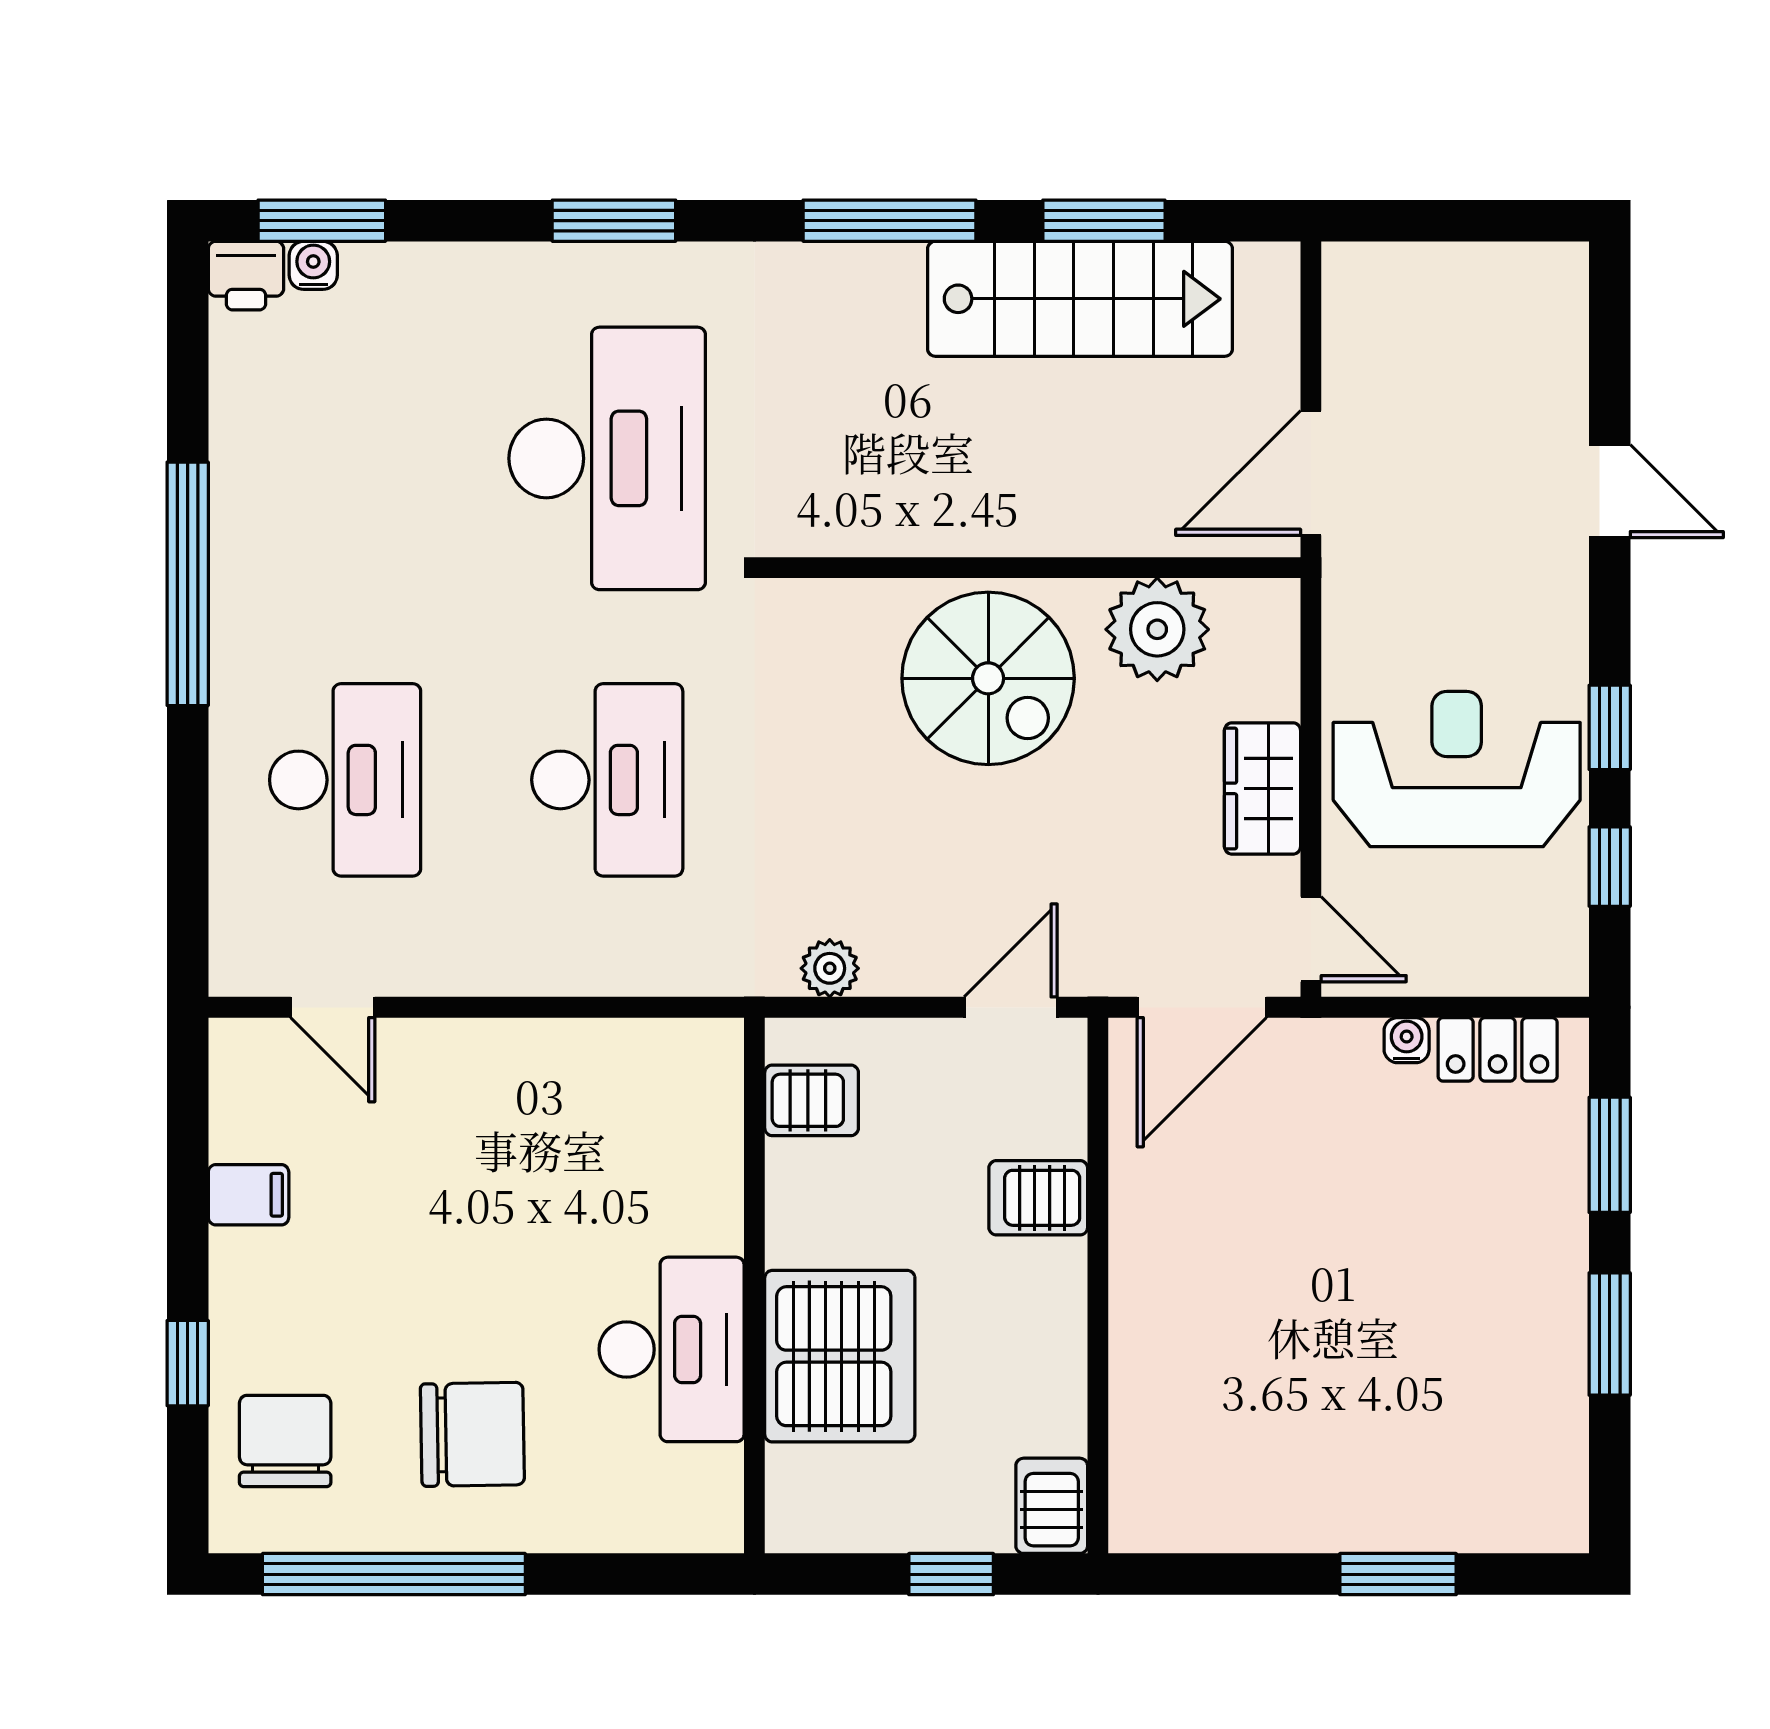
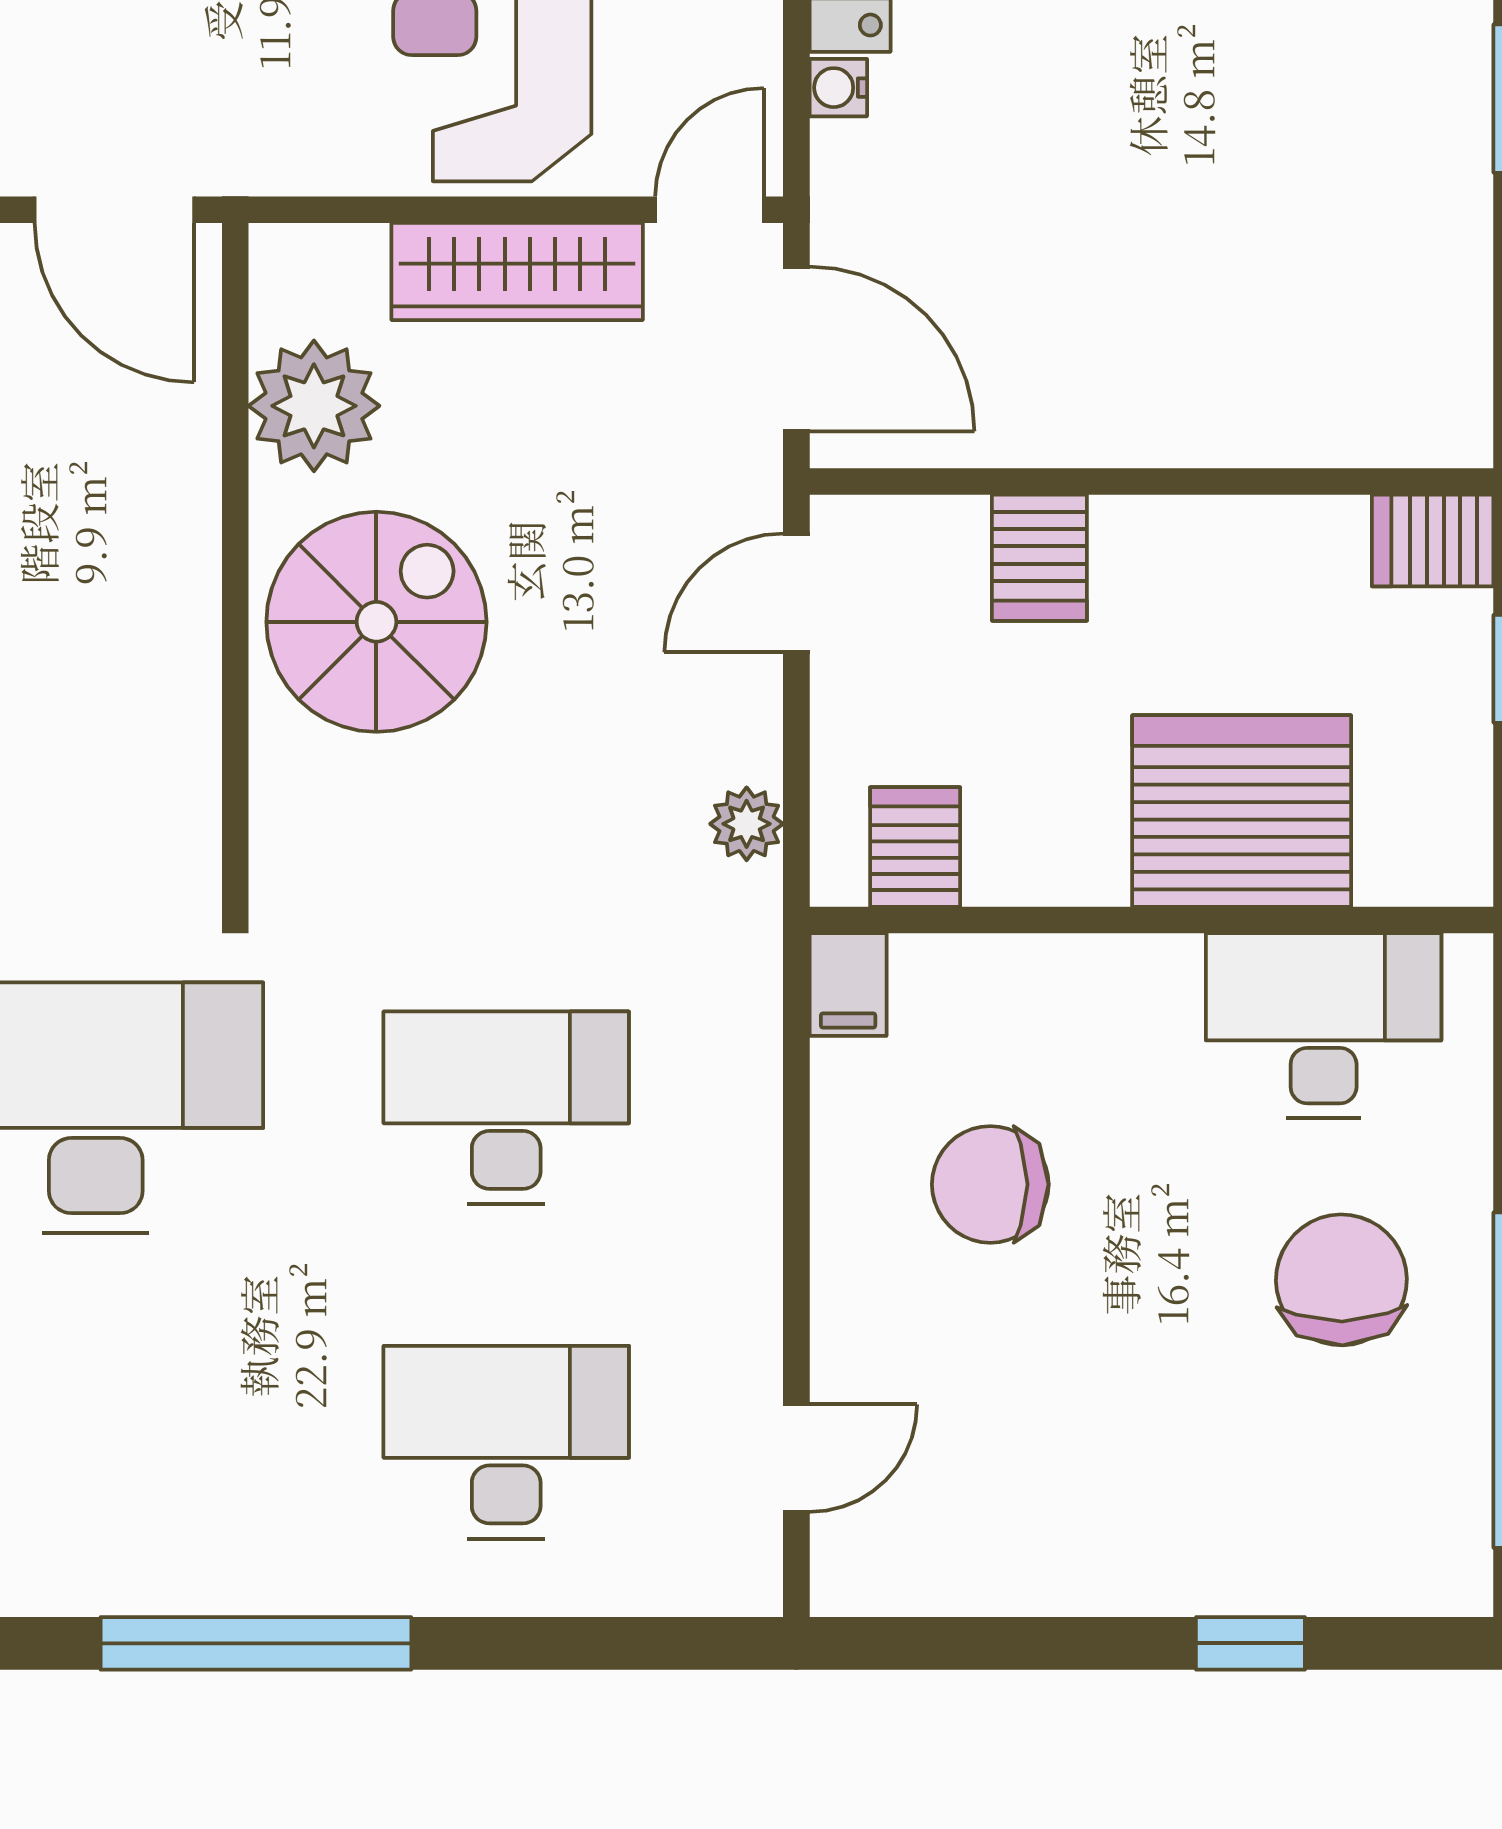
wardrobe: (1263, 788) -> (517, 272), width x1.50
door: (1011, 1007) -> (796, 593), hinge flipped
filing cabinet: (249, 1195) -> (848, 985), moved, turned 180
desk: (672, 1349) -> (1324, 1026), moved
chair: (285, 1441) -> (990, 1184), moved

